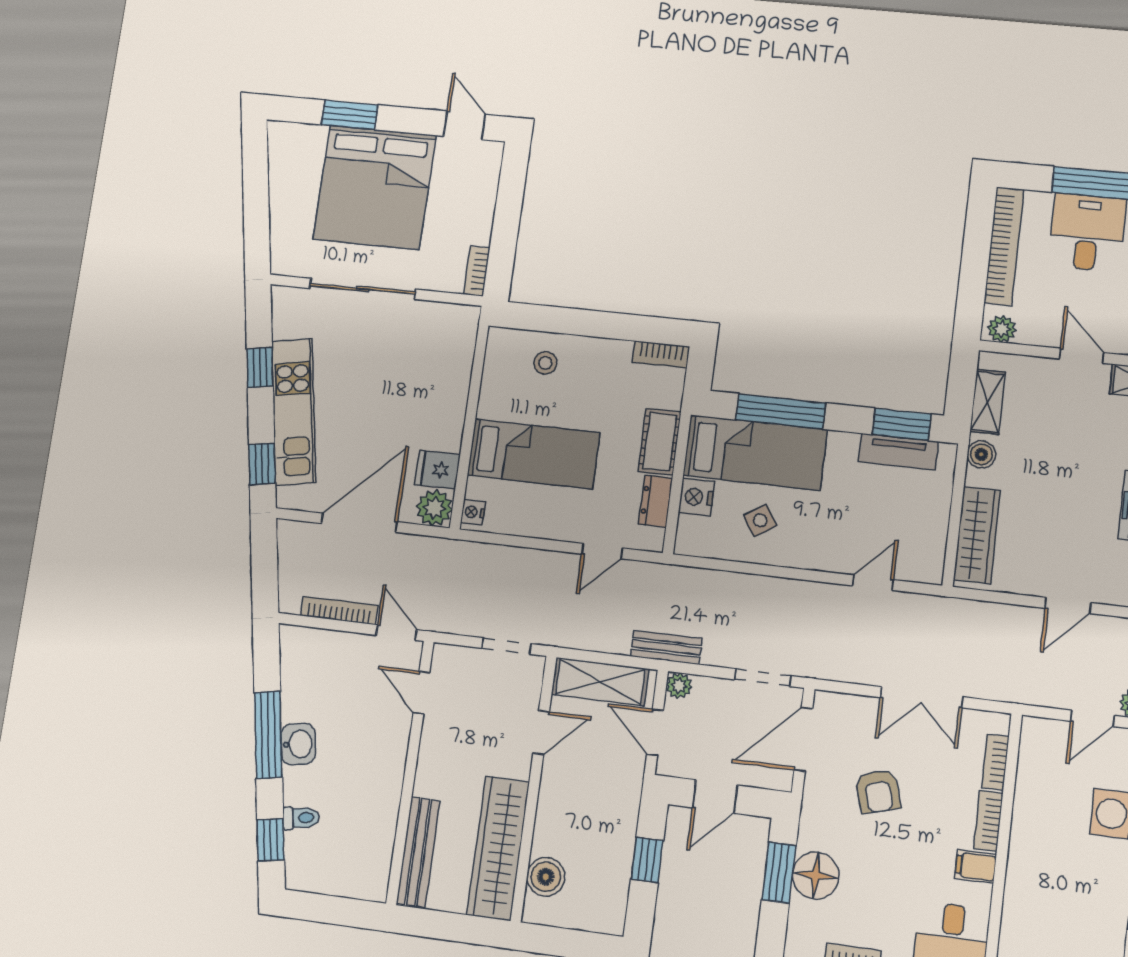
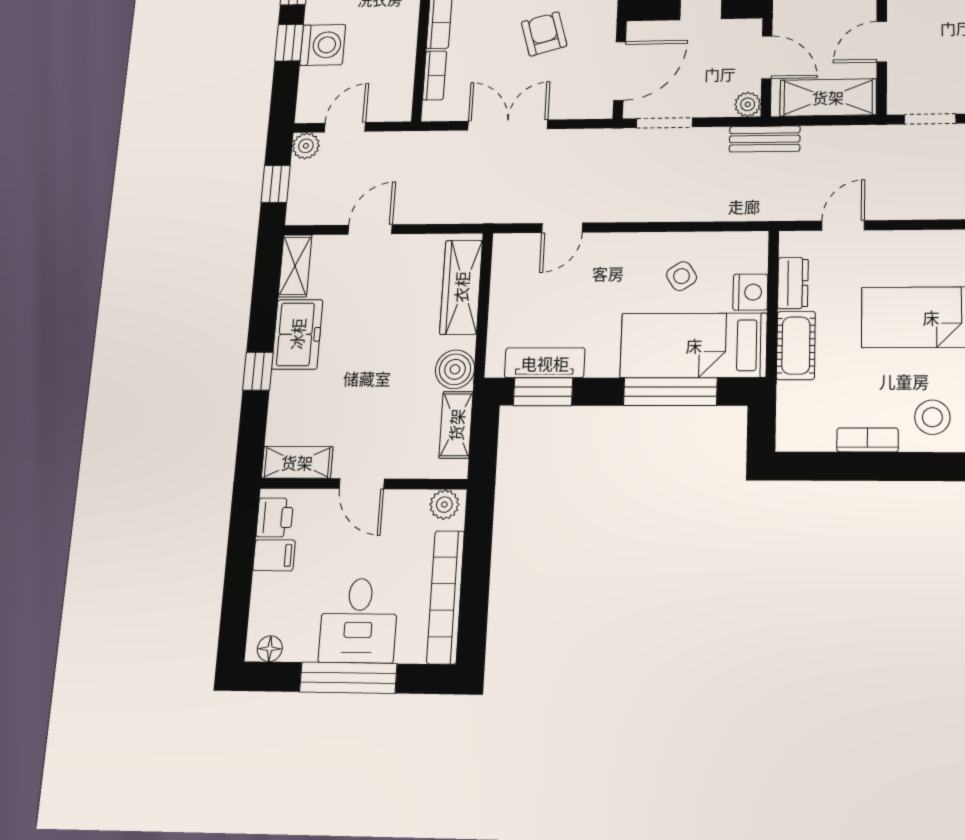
bookcase: (661, 354) -> (868, 440), moved
stool: (545, 363) -> (932, 417), width x1.37, depth x1.37
boiler: (981, 454) -> (455, 369), width x1.36, depth x1.36

